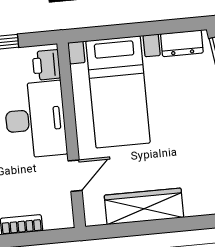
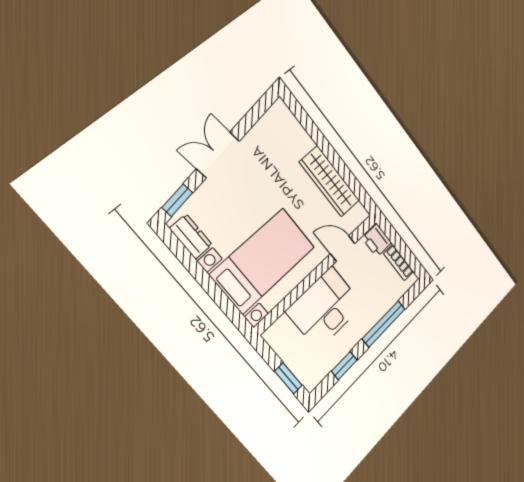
printer: (46, 65) -> (377, 240), moved, turned 90

